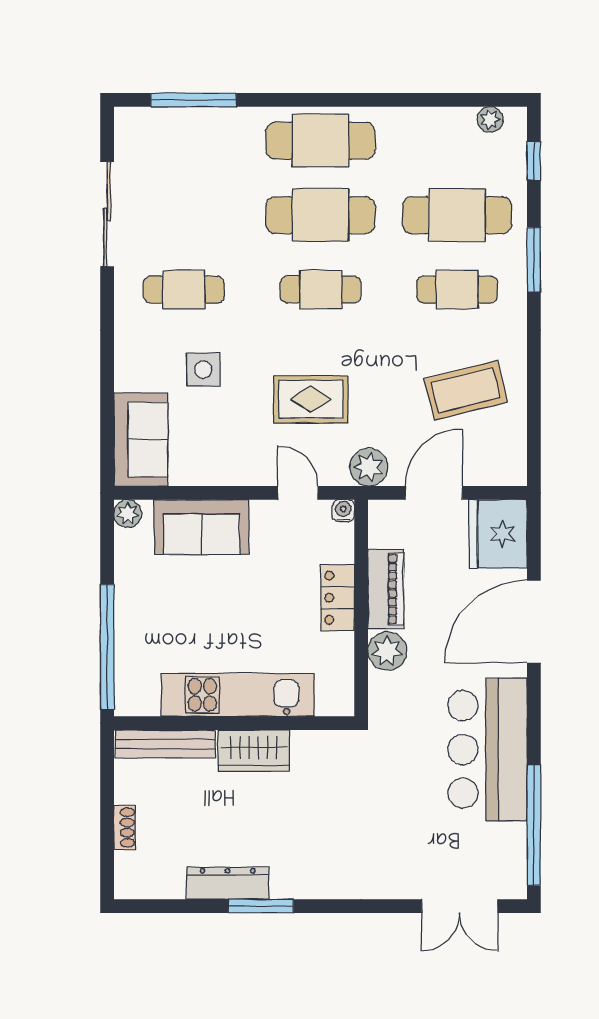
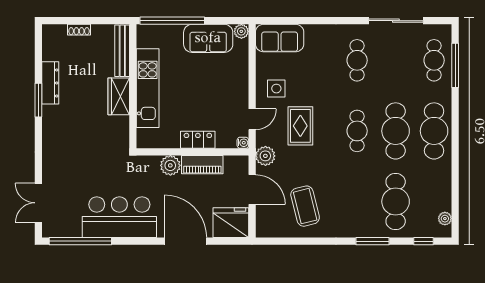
cafe table: (457, 290) -> (434, 60), moved
side table: (203, 370) -> (276, 89), moved
sofa: (201, 527) -> (208, 38), moved, turned -90

